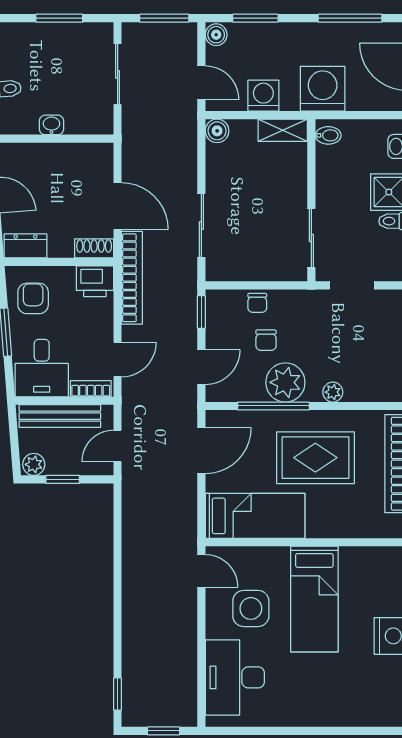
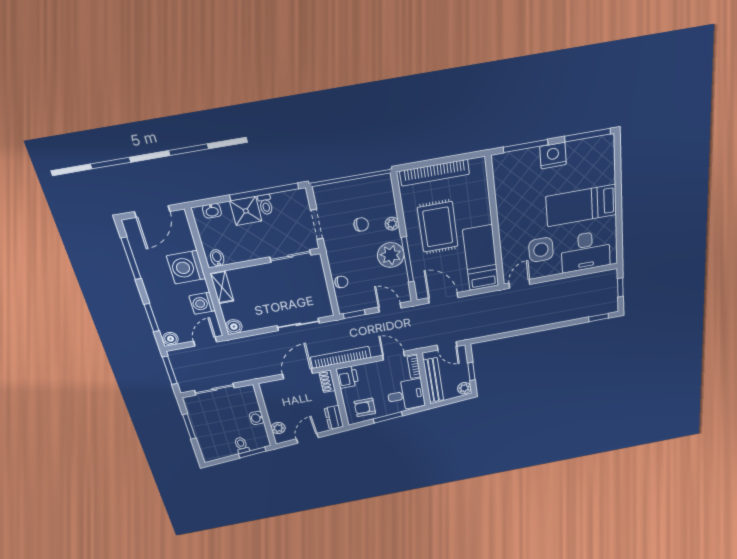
plant: (25, 154) -> (278, 428), added
chair: (266, 340) -> (361, 224), moved
bed: (314, 599) -> (581, 206), moved, turned 180

